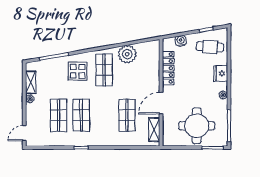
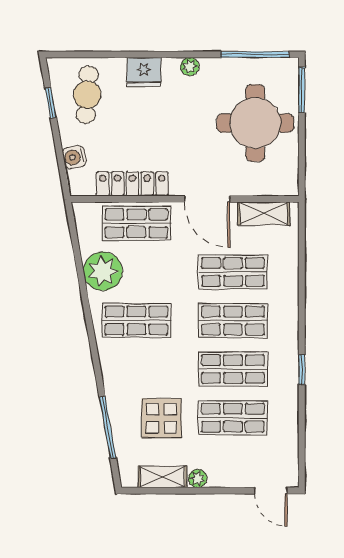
shop shelf: (150, 70) -> (136, 223), added
display table: (78, 71) -> (161, 418), moved
shop shelf: (104, 115) -> (233, 320), added

